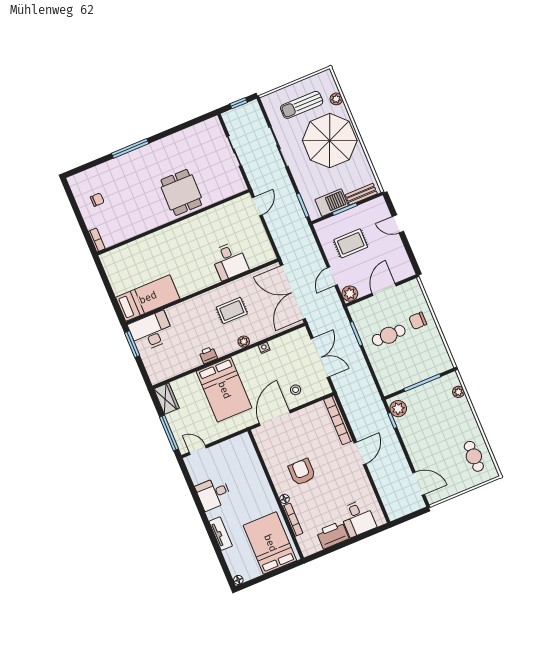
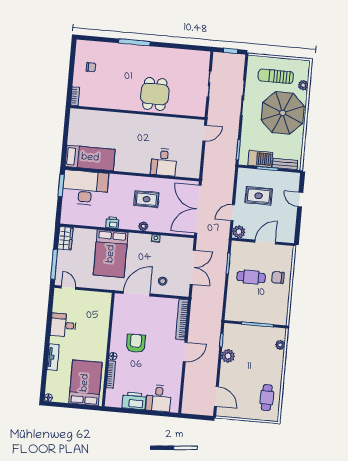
desk: (151, 331) -> (85, 188), width x1.36, depth x1.30
plant: (398, 409) -> (228, 356), moved

